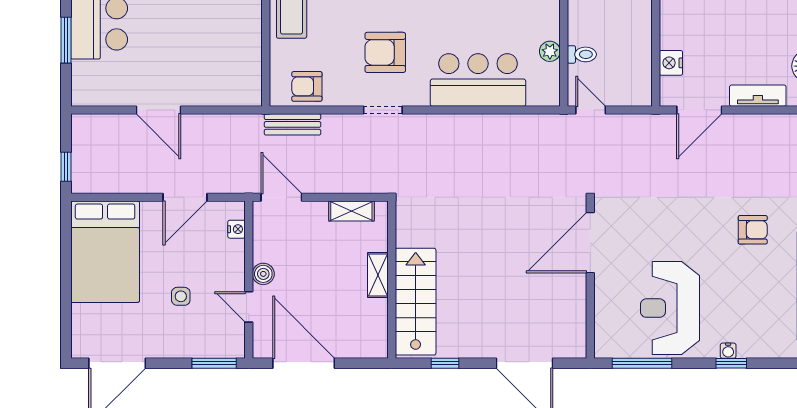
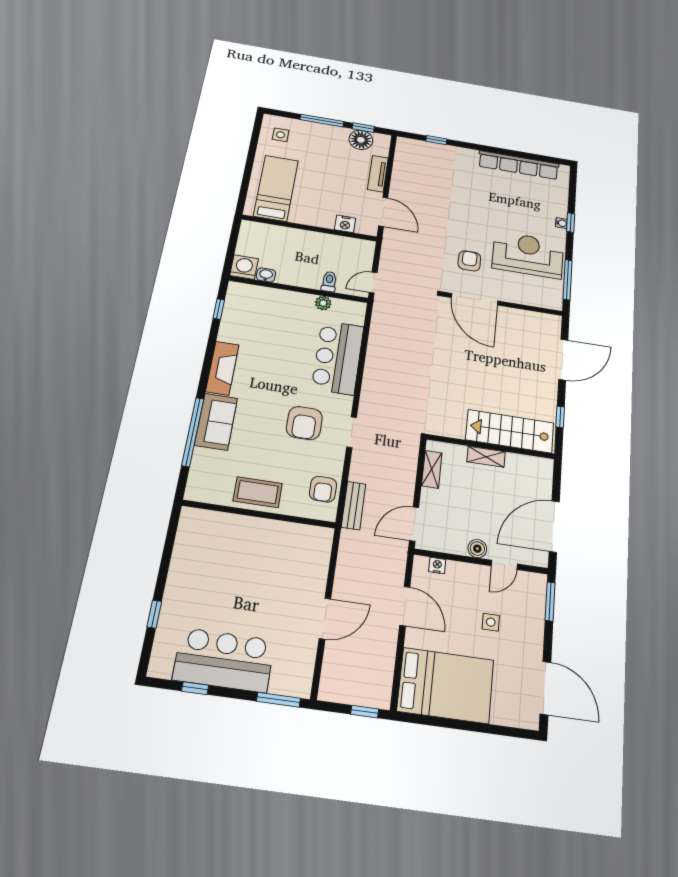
window: (66, 40) -> (278, 700), moved
armchair: (753, 230) -> (469, 261), moved
reception desk: (670, 308) -> (528, 255), turned 180

